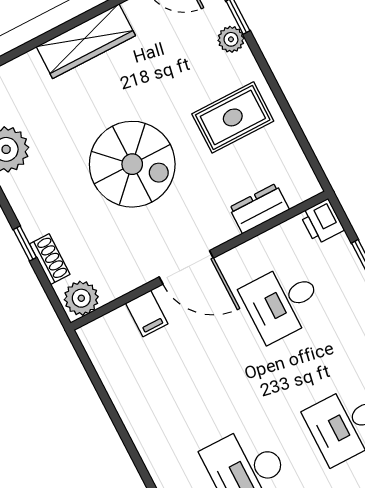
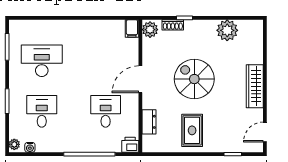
plant: (231, 39) -> (225, 146), removed
spiral stairs: (132, 164) -> (194, 79), turned 90
filing cabinet: (147, 314) -> (132, 28), moved, turned -90

